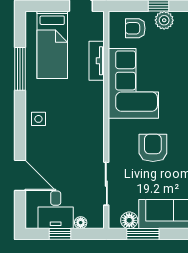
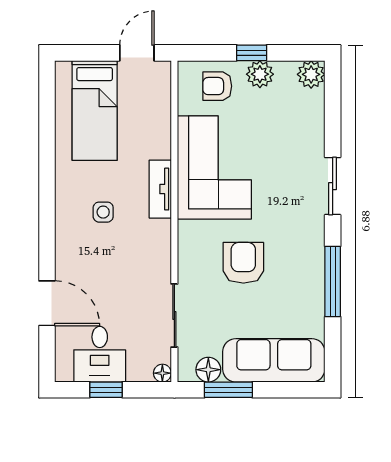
tv unit: (97, 61) -> (160, 189), moved
window: (20, 69) -> (47, 146), removed
side table: (38, 119) -> (103, 212), moved
floor lamp: (81, 223) -> (162, 373), moved

